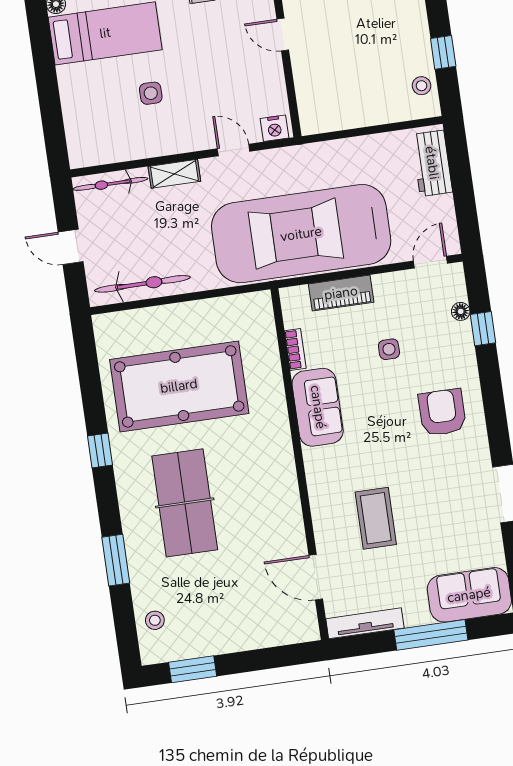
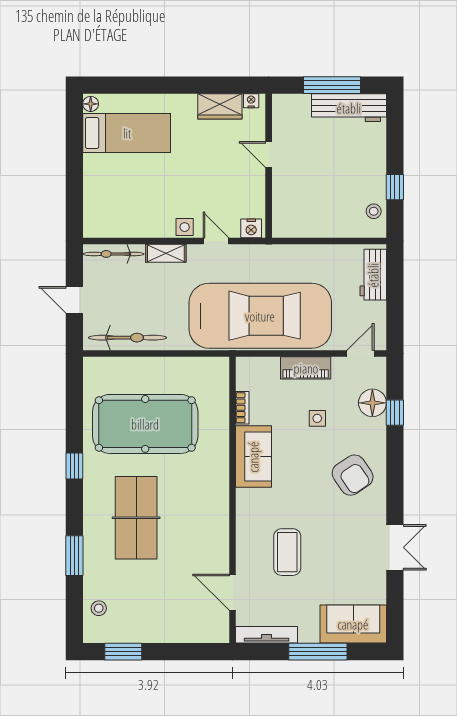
side table: (151, 93) -> (185, 227), moved
car: (301, 234) -> (260, 316), turned 180
piano: (341, 293) -> (306, 368), moved
floor lamp: (461, 311) -> (372, 403), width x1.89, depth x1.89
armchair: (442, 412) -> (353, 475), turned 146

